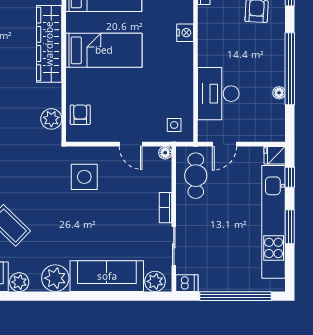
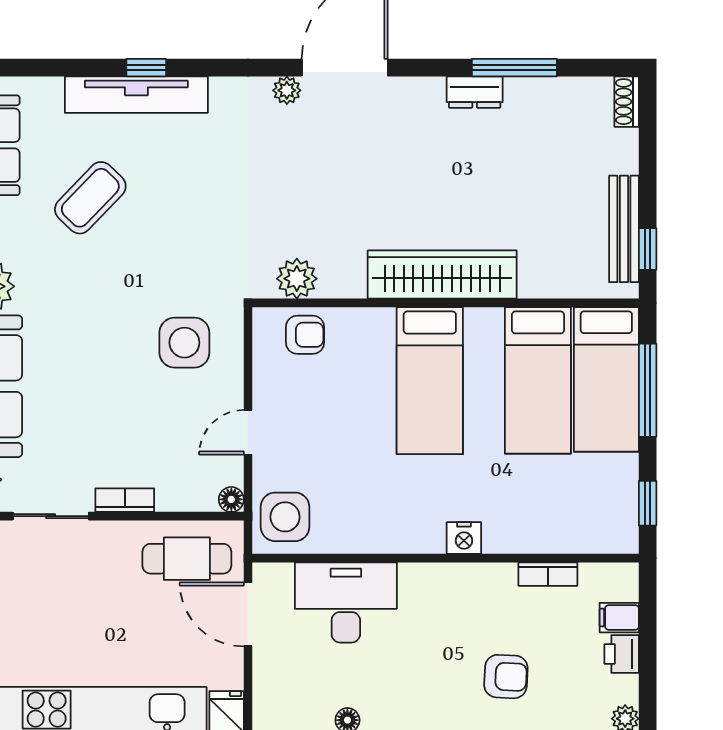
side table: (174, 125) -> (285, 517), width x1.87, depth x1.87
door: (225, 144) -> (248, 614), width x1.38

